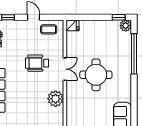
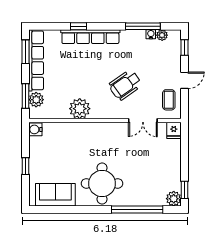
wheelchair: (37, 63) -> (125, 85), turned -125
double door: (65, 69) -> (143, 121), moved
round table: (96, 75) -> (102, 183), moved

